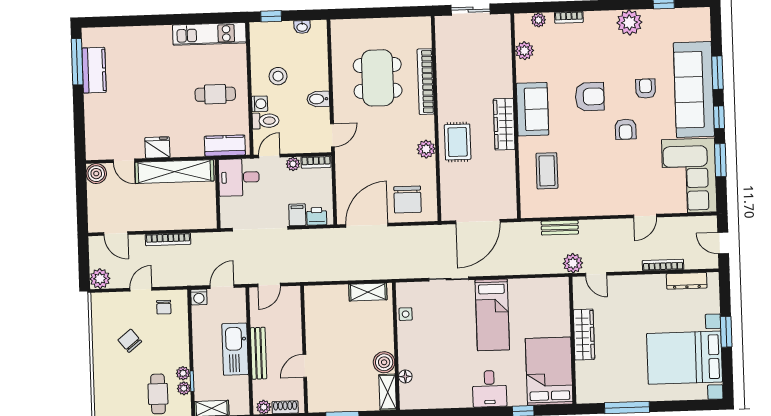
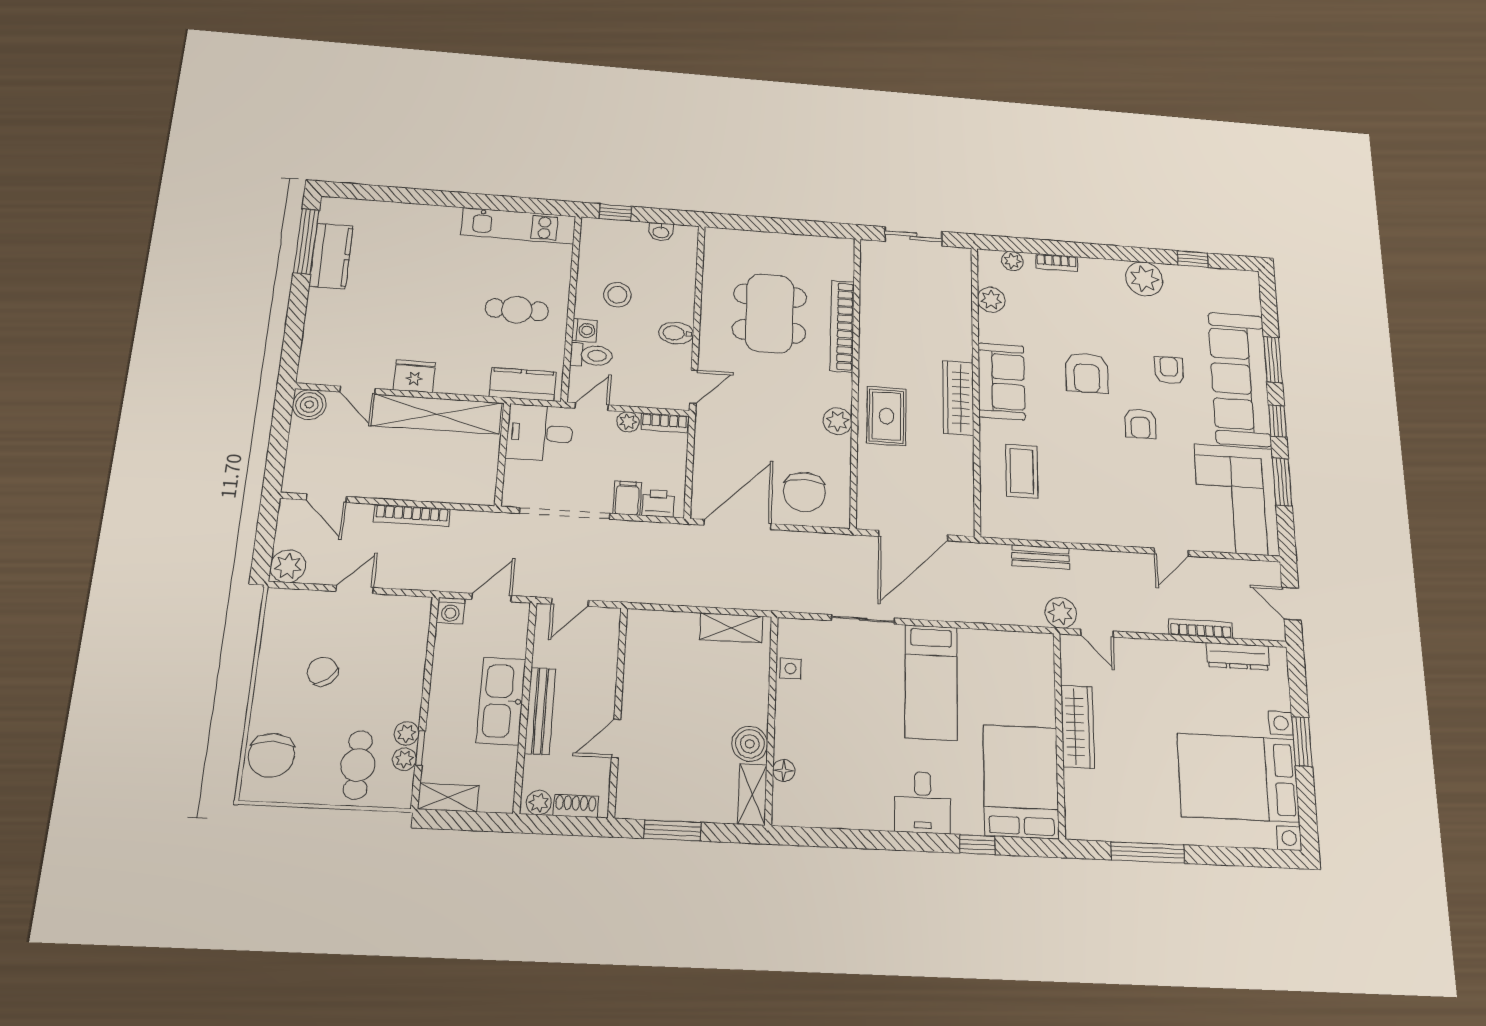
armchair: (590, 97) -> (1087, 373), turned 90
chair: (164, 307) -> (271, 755), moved, width x1.87, depth x1.87

